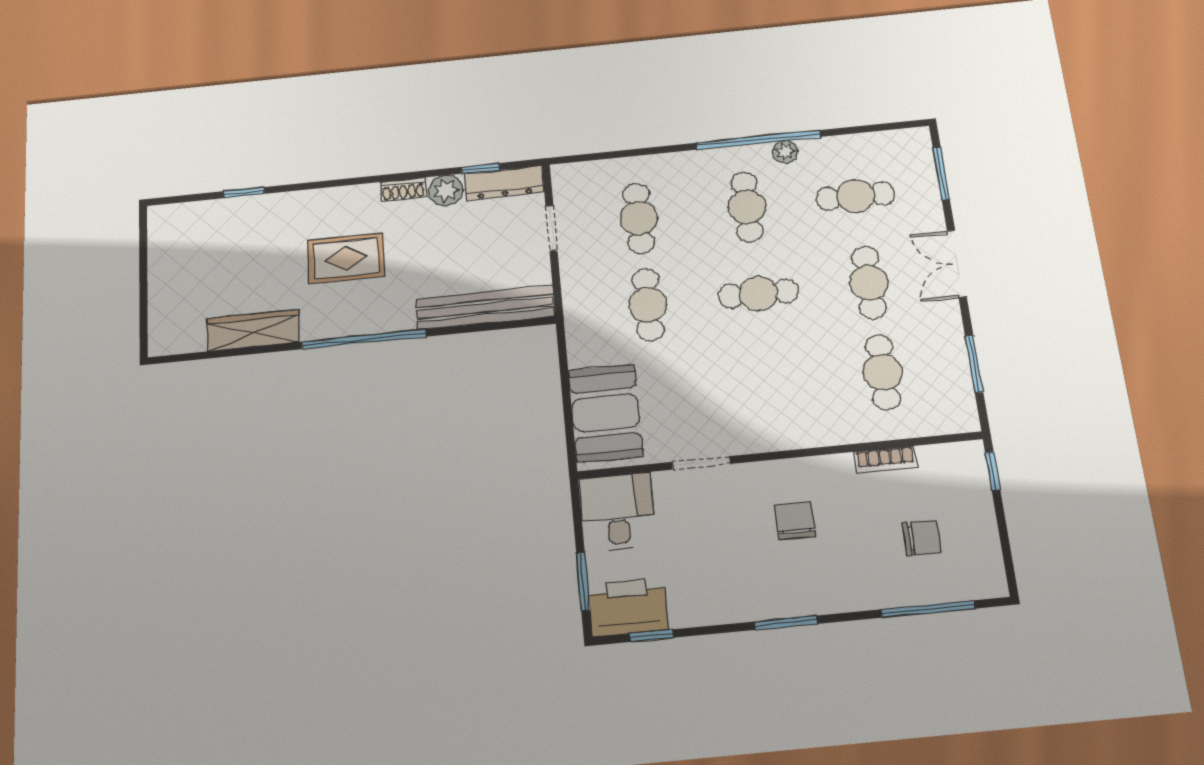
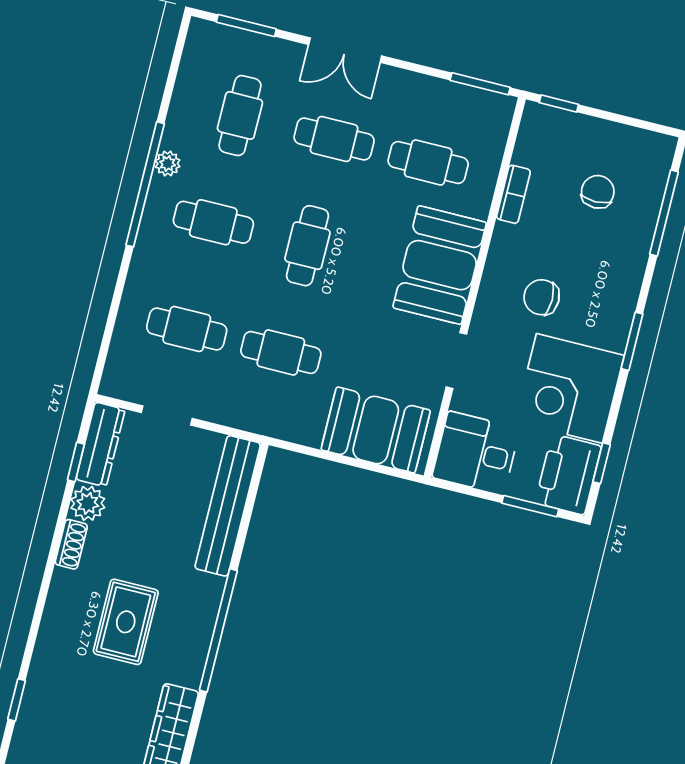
window: (974, 364) -> (480, 84), moved
booth: (788, 416) -> (440, 265), added
corner desk: (715, 578) -> (569, 388), added

